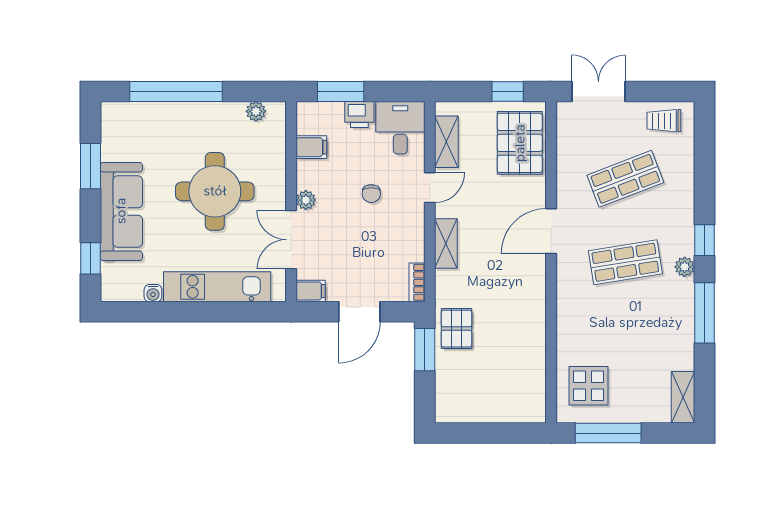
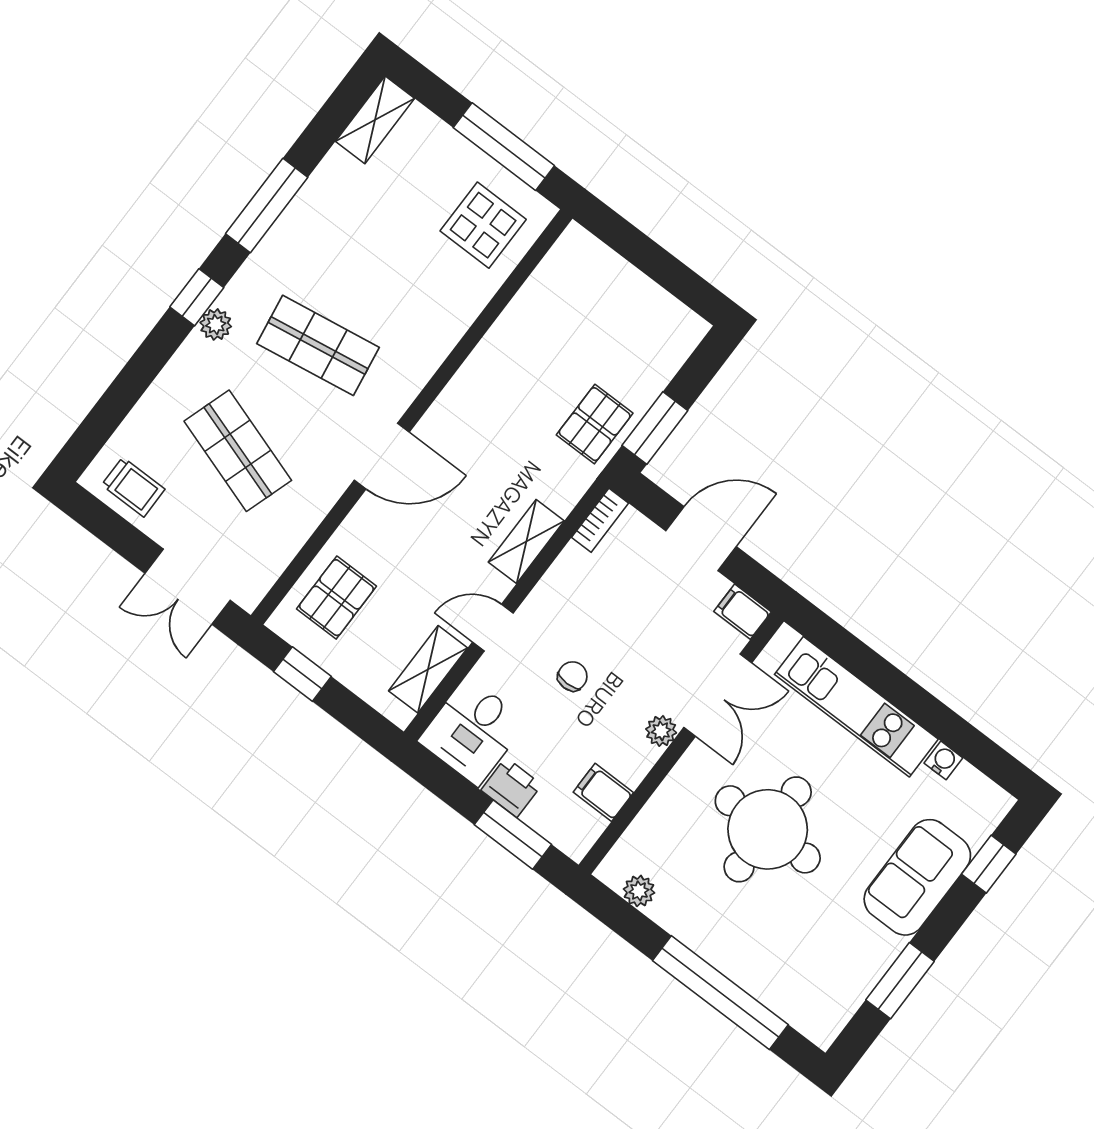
pallet: (520, 143) -> (336, 598), width x0.67, depth x0.71
shop shelf: (625, 179) -> (238, 451), turned 39
sofa: (121, 211) -> (917, 877), width x0.73
plant: (685, 267) -> (216, 325), moved

